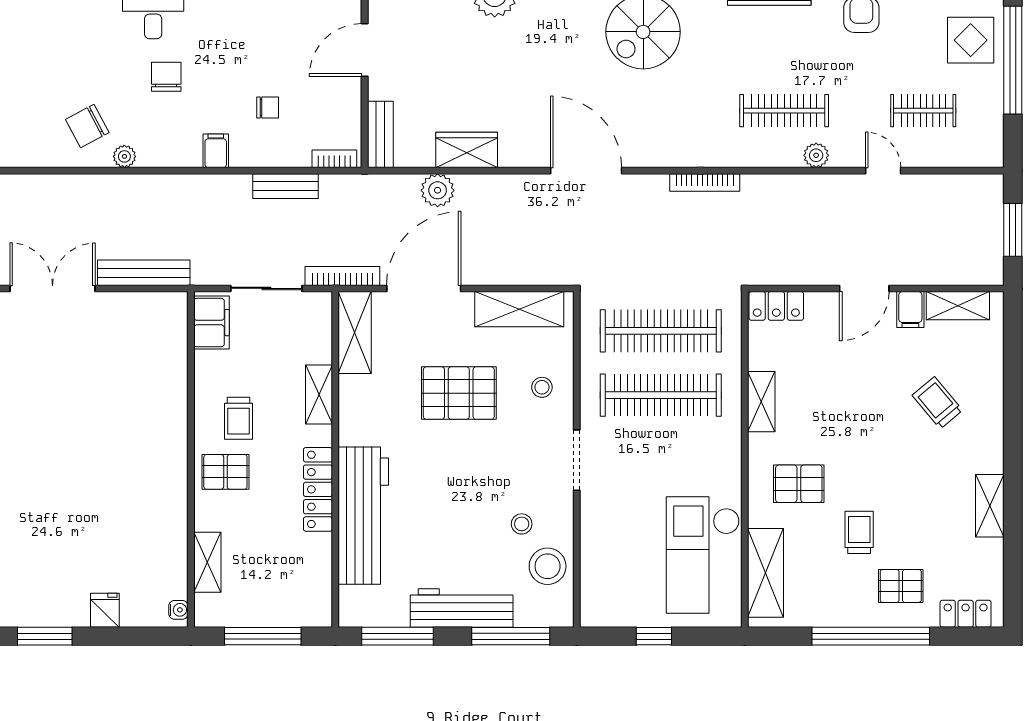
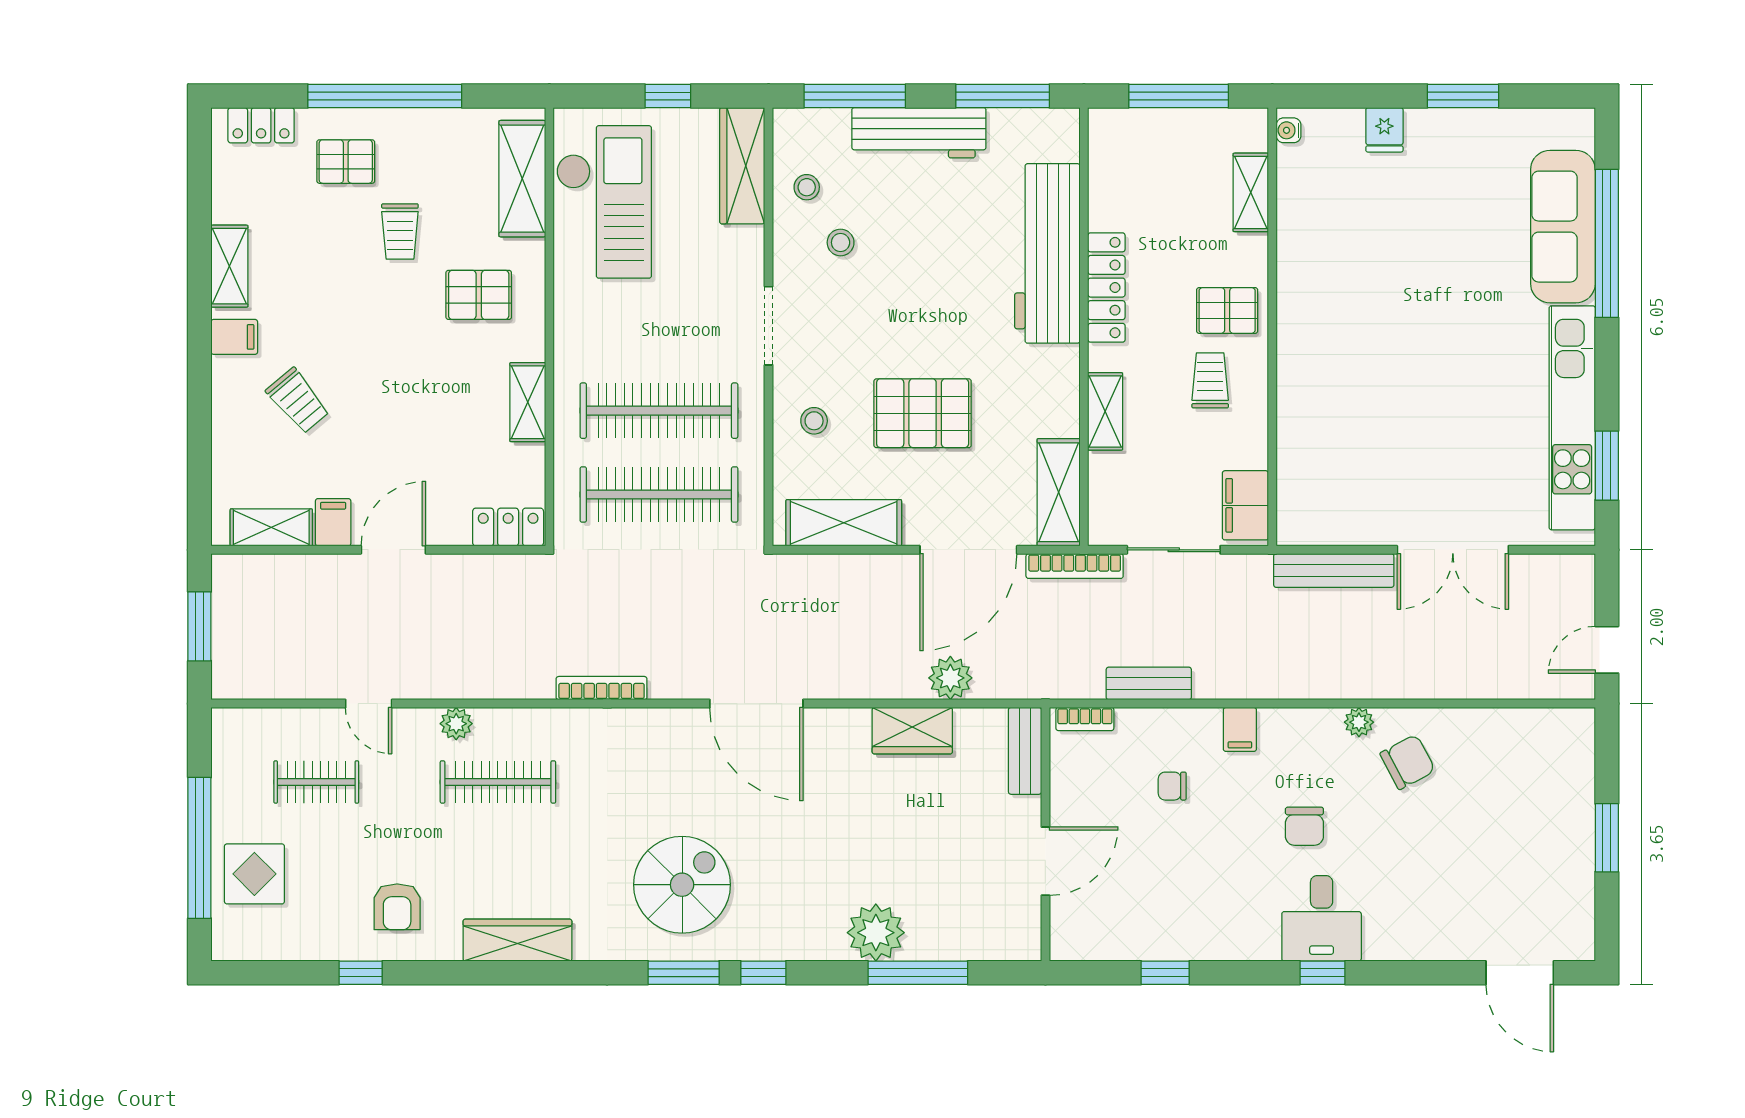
filing cabinet: (986, 452) -> (234, 337), added
stool: (548, 566) -> (807, 187), width x0.53, depth x0.53
wardrobe: (597, 583) -> (742, 166), added

